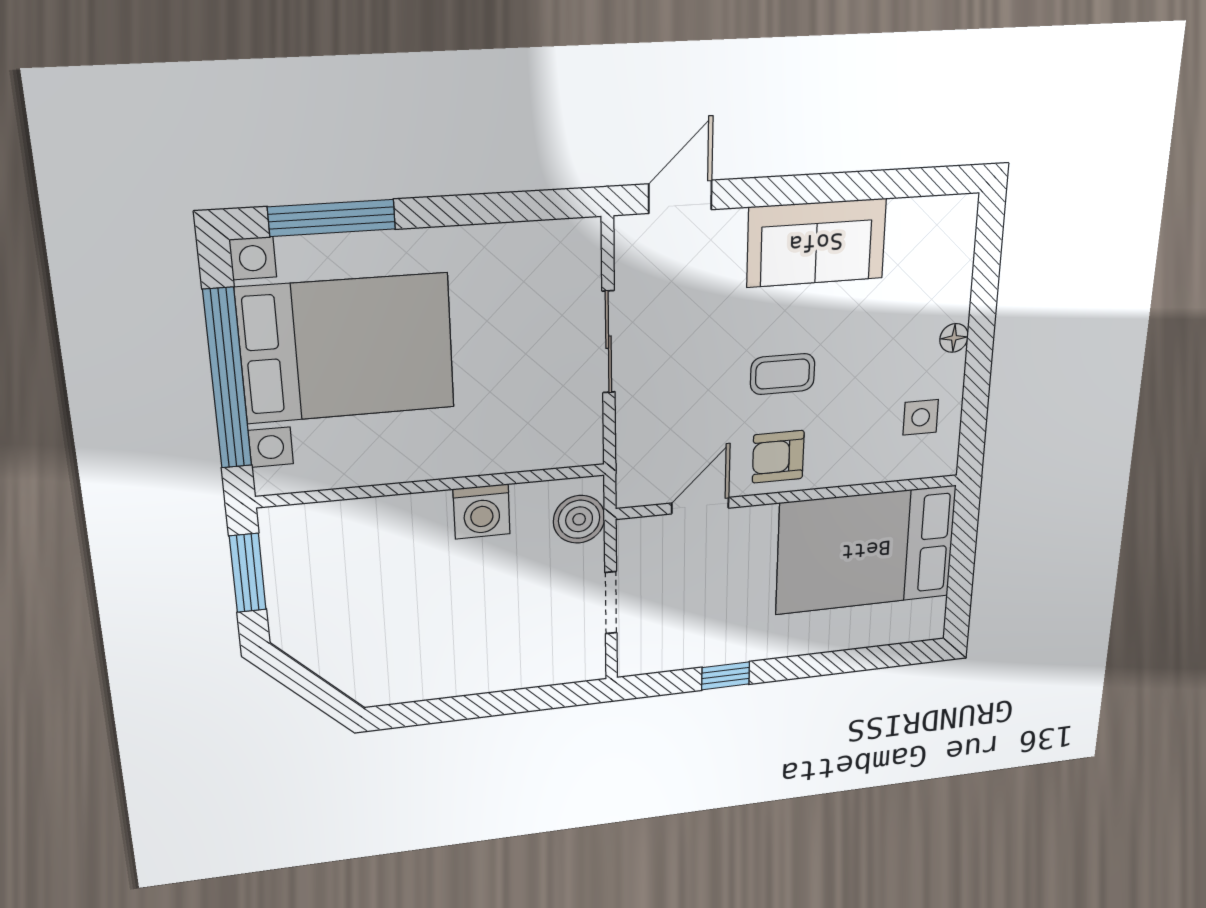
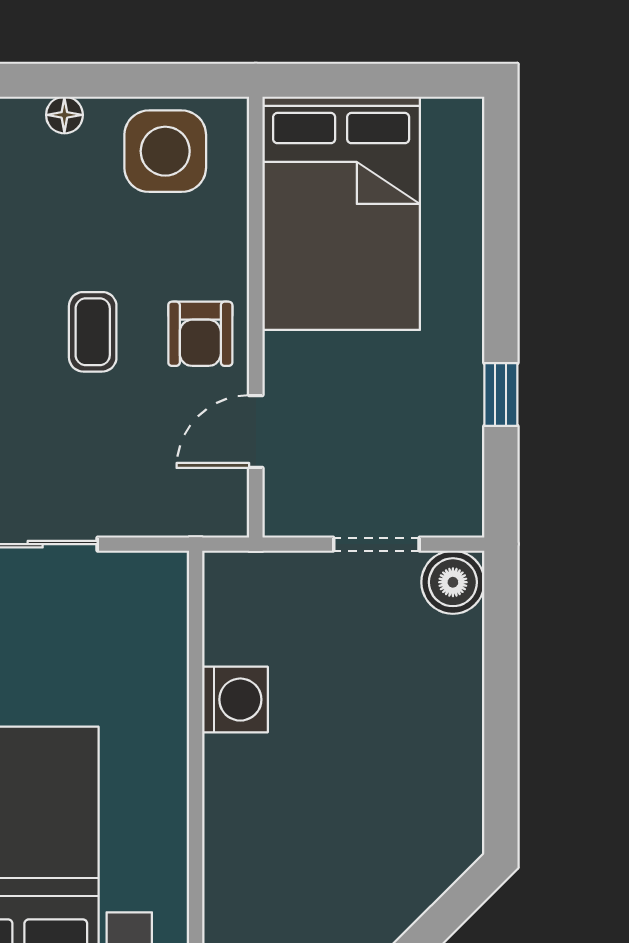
side table: (921, 417) -> (165, 151), width x1.87, depth x1.87
door: (700, 506) -> (256, 432), hinge flipped
boiler: (579, 519) -> (453, 582), moved

